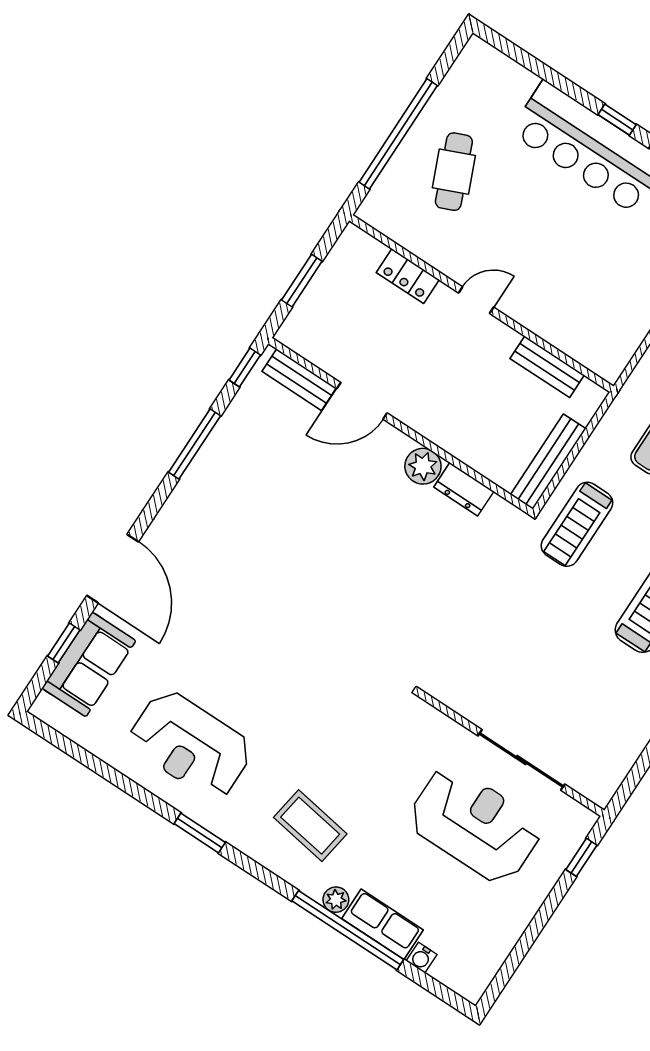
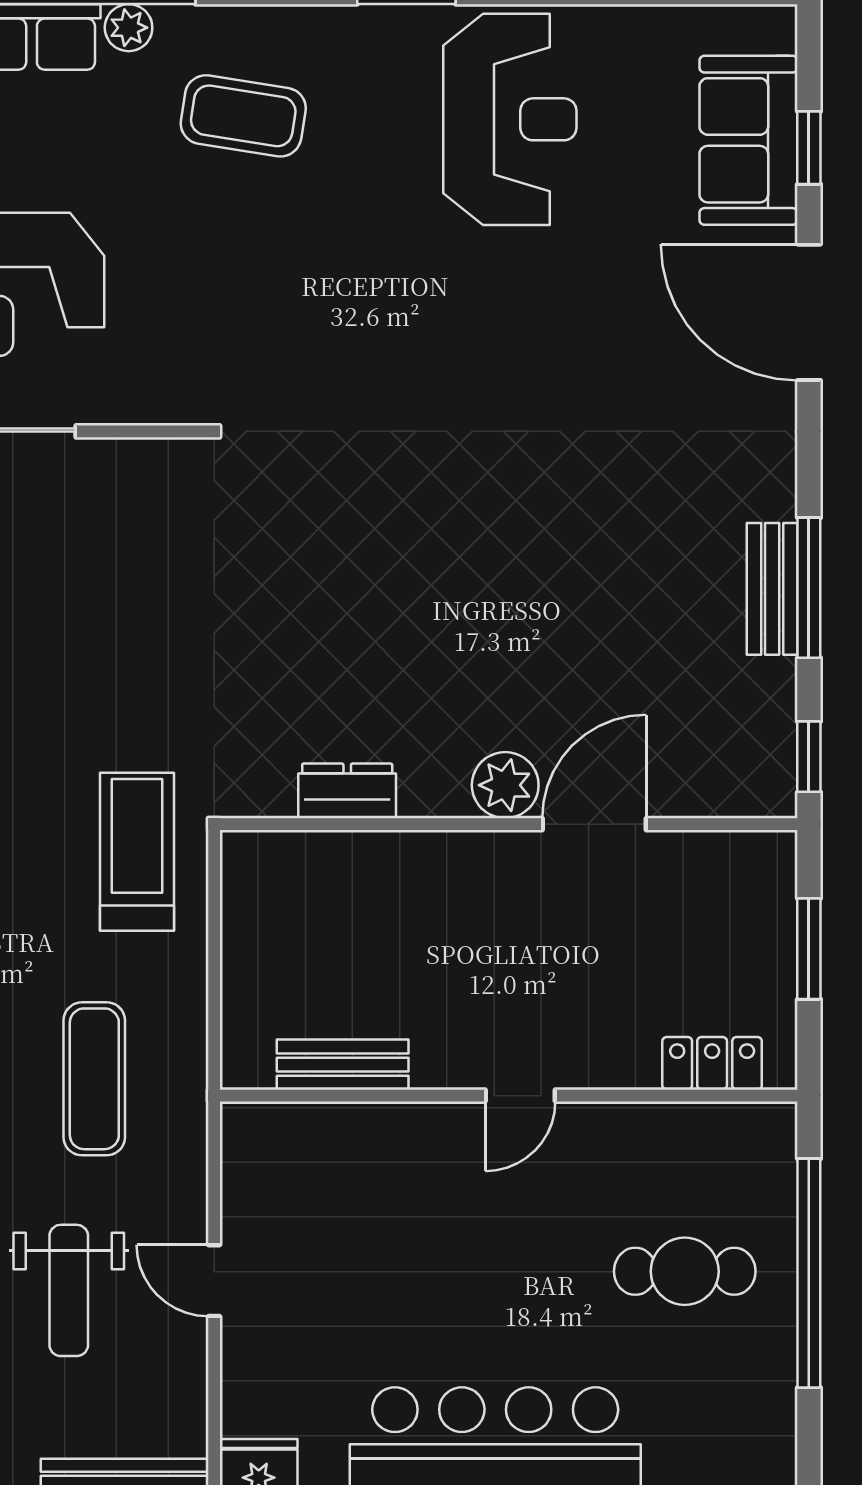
cafe table: (454, 172) -> (685, 1271), turned -67
locker: (408, 276) -> (712, 1063), moved
bench: (299, 380) -> (772, 589), moved, turned 90
bench: (548, 462) -> (245, 919), removed
plant: (423, 466) -> (505, 785), moved
reception desk: (191, 745) -> (510, 119), turned 90

